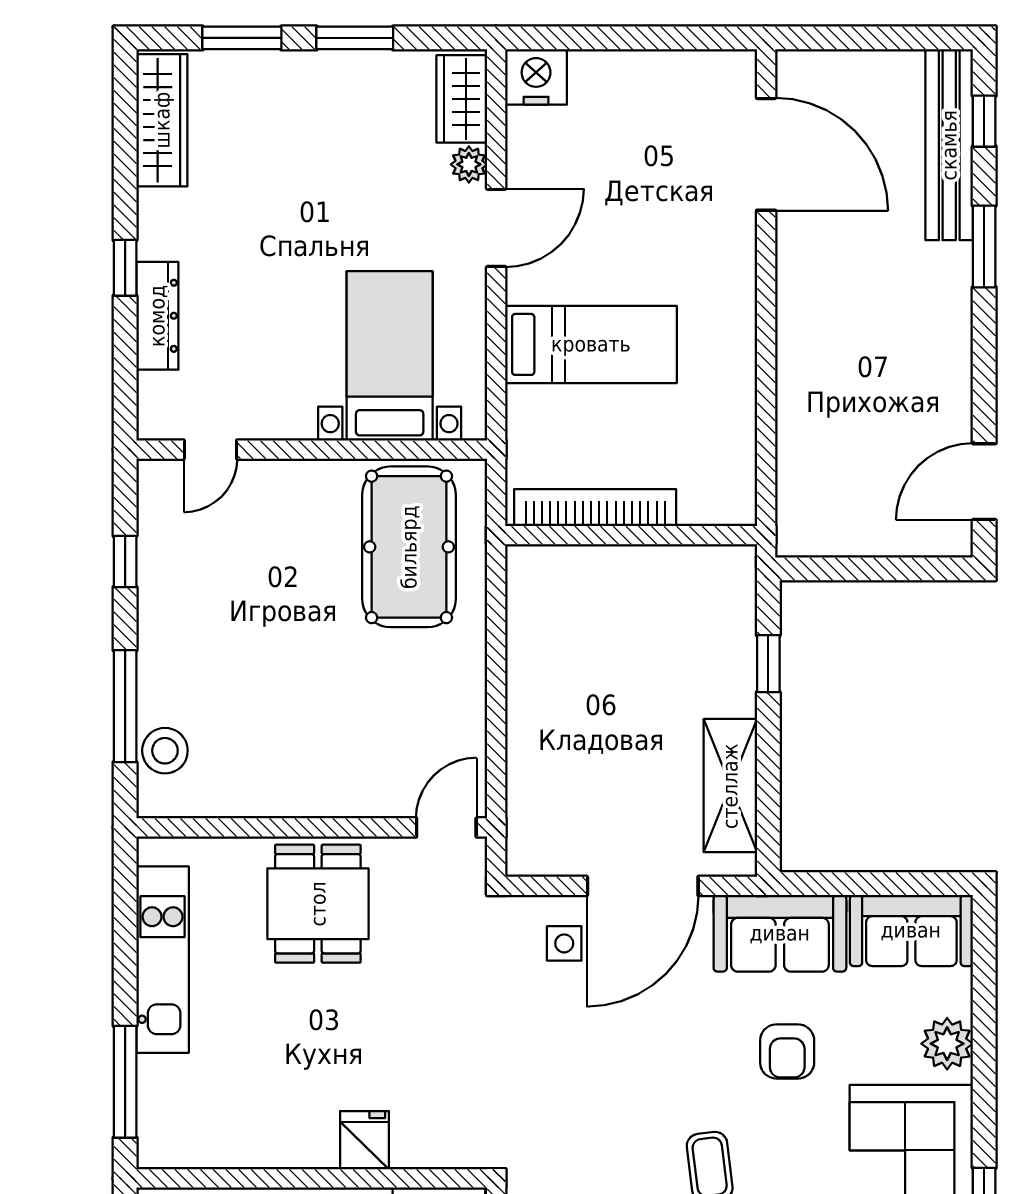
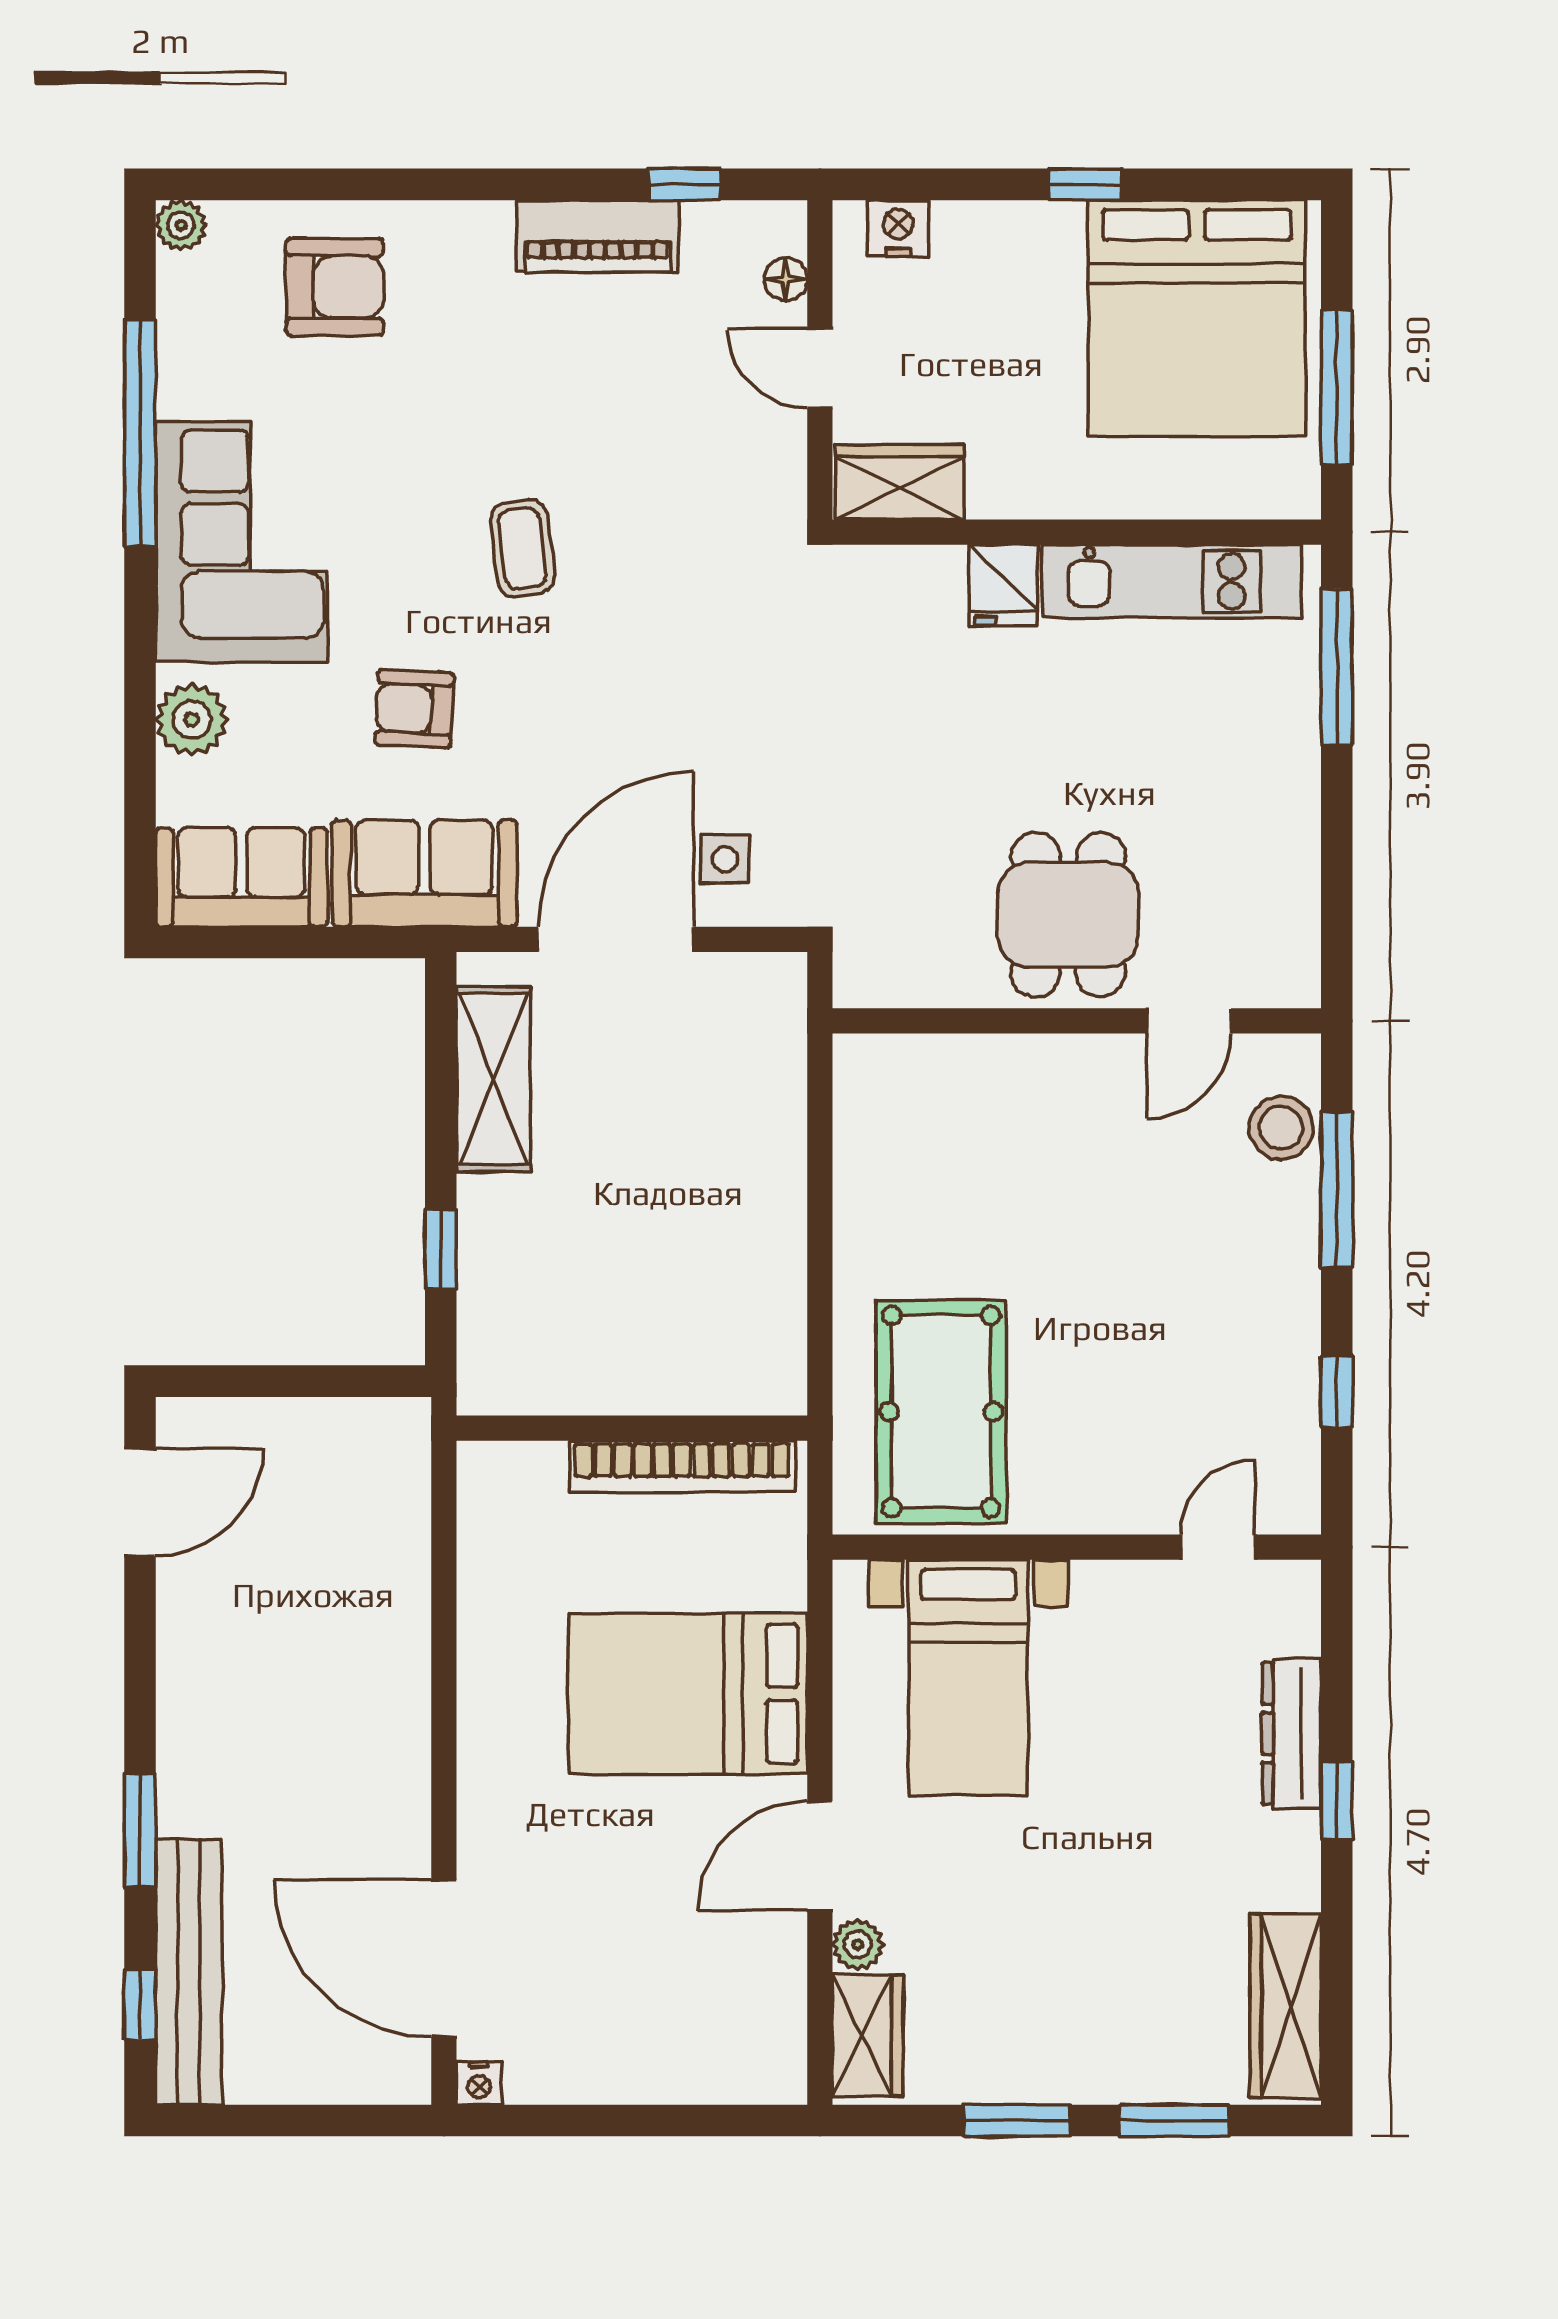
nightstand: (536, 77) -> (479, 2083), moved, width x0.53, depth x0.56
bed: (591, 344) -> (688, 1694), width x1.50
door: (446, 827) -> (1189, 1021), moved
kitchen unit: (163, 960) -> (1172, 581), moved, turned -90
armchair: (787, 1051) -> (414, 709), turned -87

